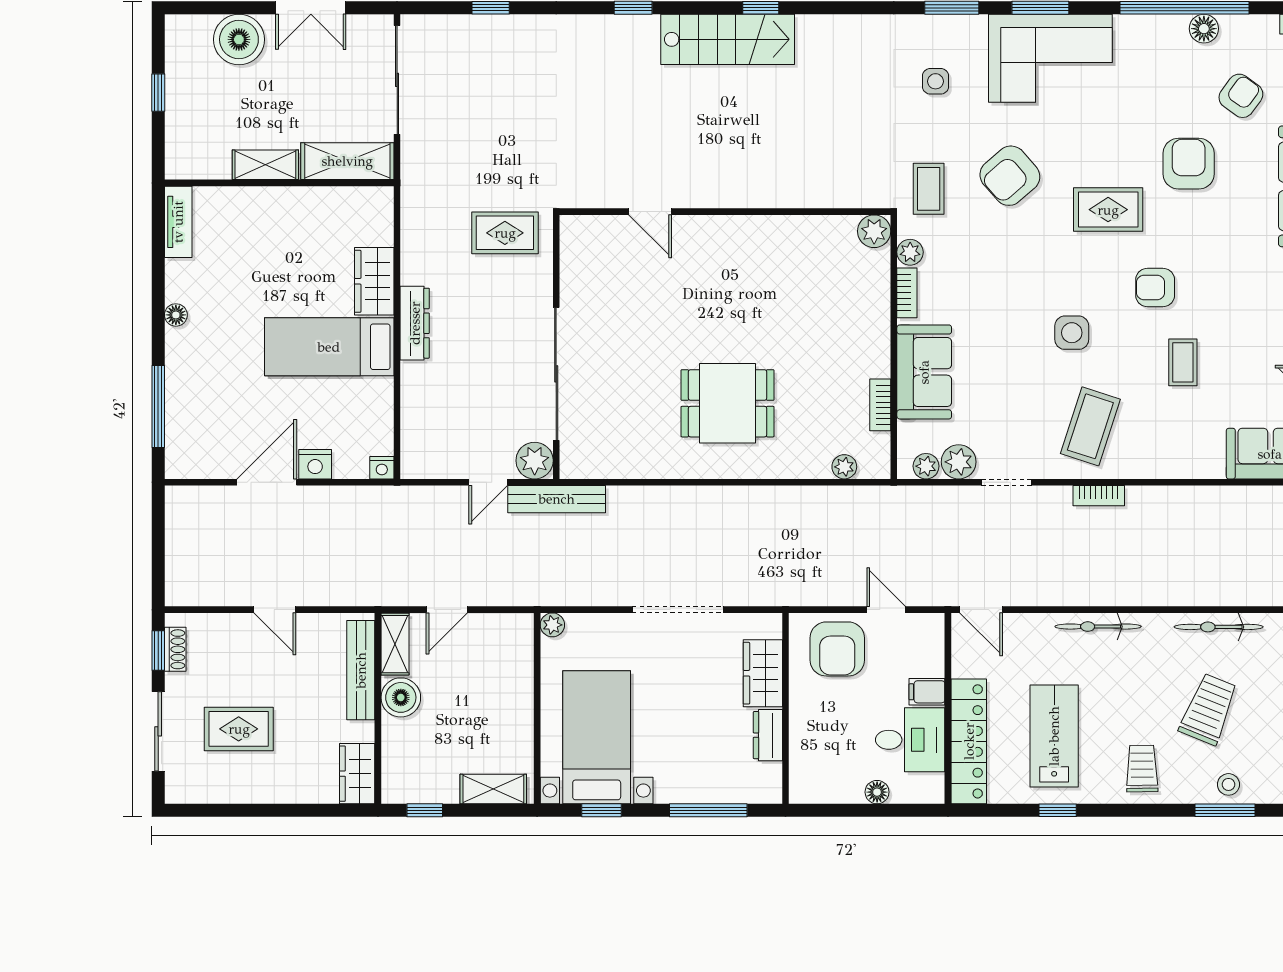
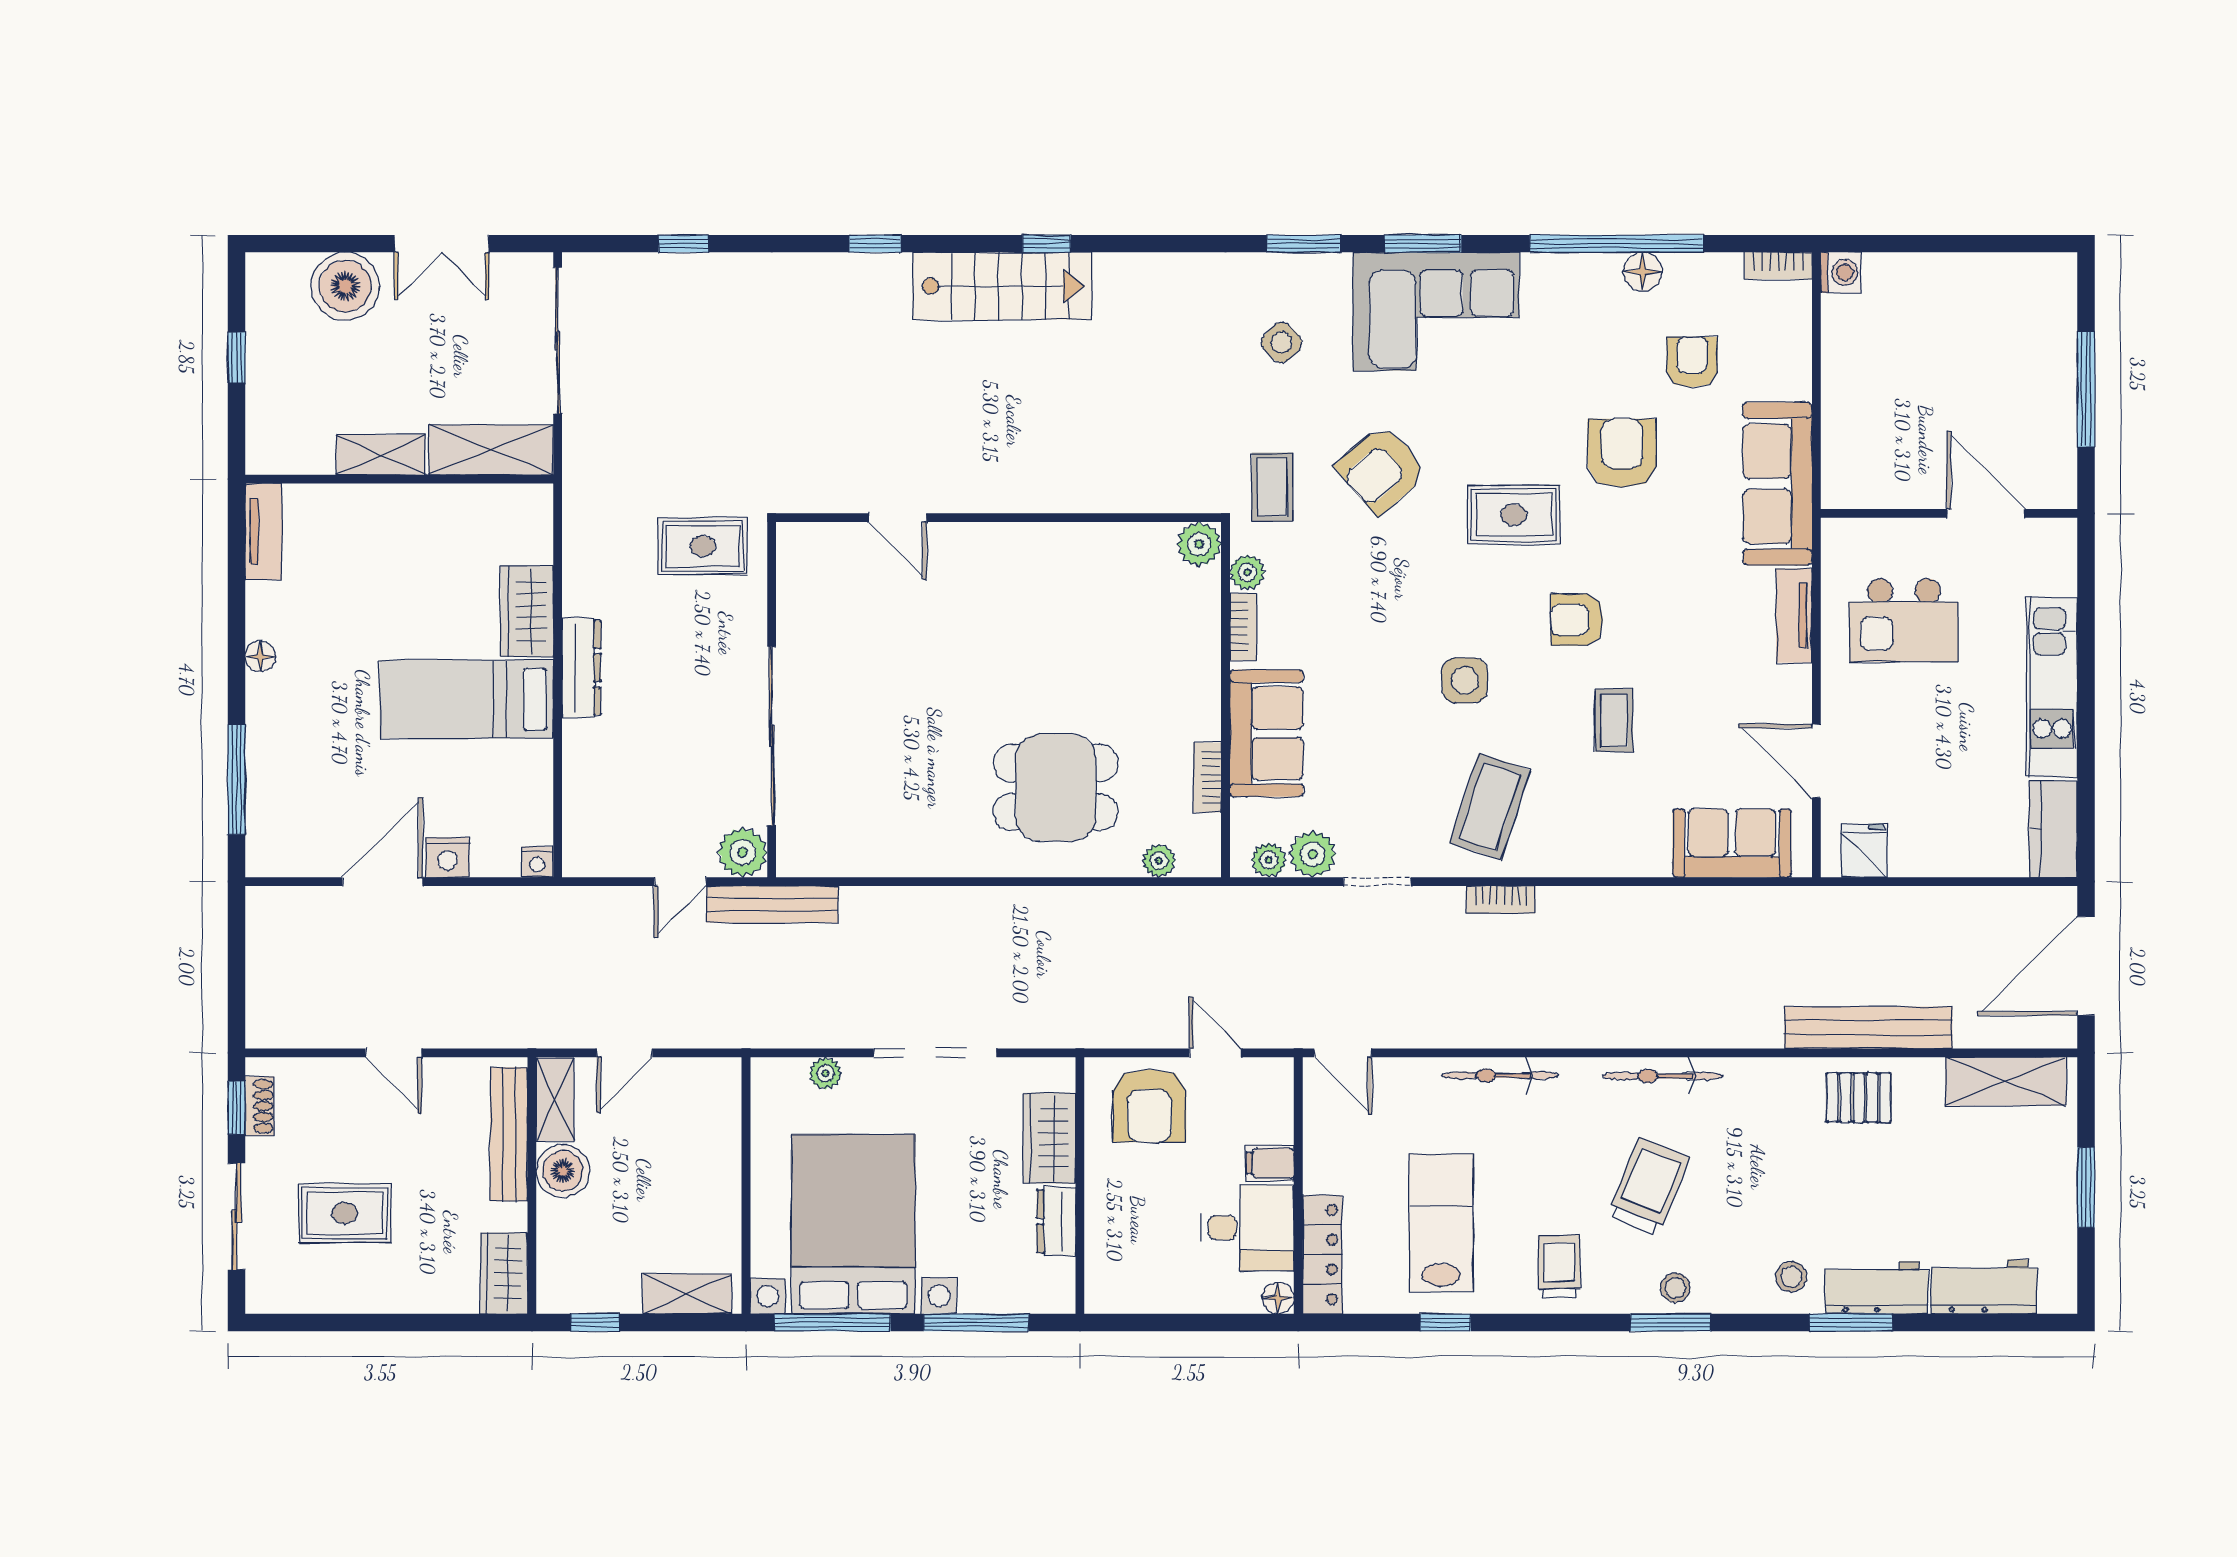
side table: (936, 81) -> (1282, 343), turned 45
armchair: (1241, 96) -> (1692, 362), turned -36
dining table: (728, 403) -> (1056, 788), moved
plant: (552, 625) -> (825, 1073), moved
bed with nightstands: (597, 737) -> (853, 1224), width x1.36
locker: (969, 741) -> (1322, 1255), width x0.71, depth x0.83
floor lamp: (877, 792) -> (1278, 1298), moved
window: (601, 810) -> (832, 1323), width x2.17

